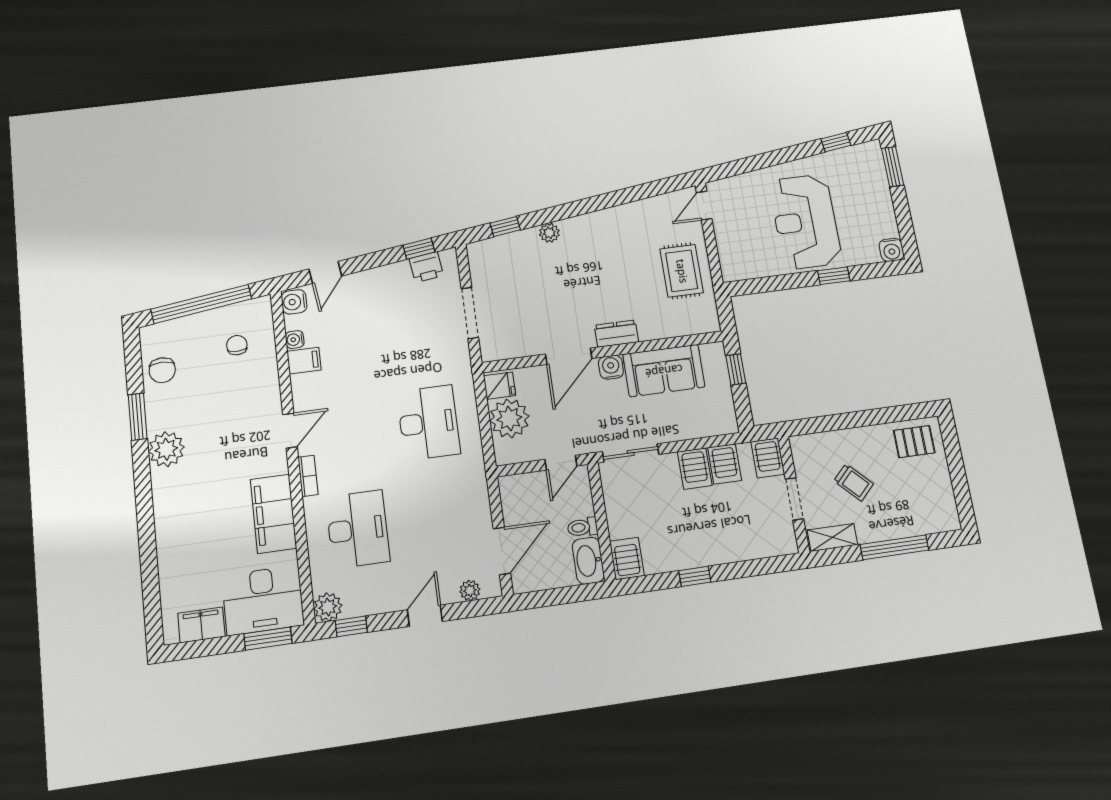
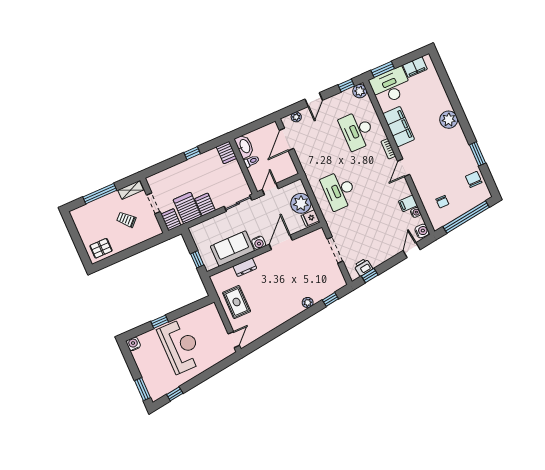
dresser: (616, 334) -> (245, 267), moved
plant: (166, 449) -> (449, 120), moved
server rack: (725, 464) -> (187, 208), width x1.36, depth x1.44

